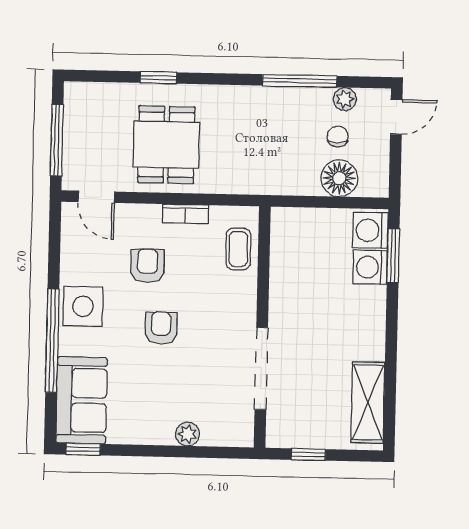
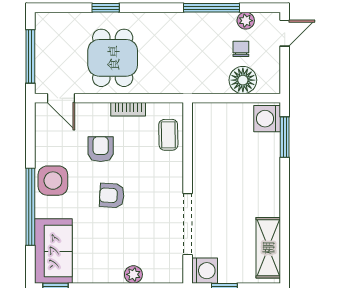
washing machine: (370, 267) -> (205, 271), moved, turned 180
armchair: (161, 328) -> (112, 195), turned -87

